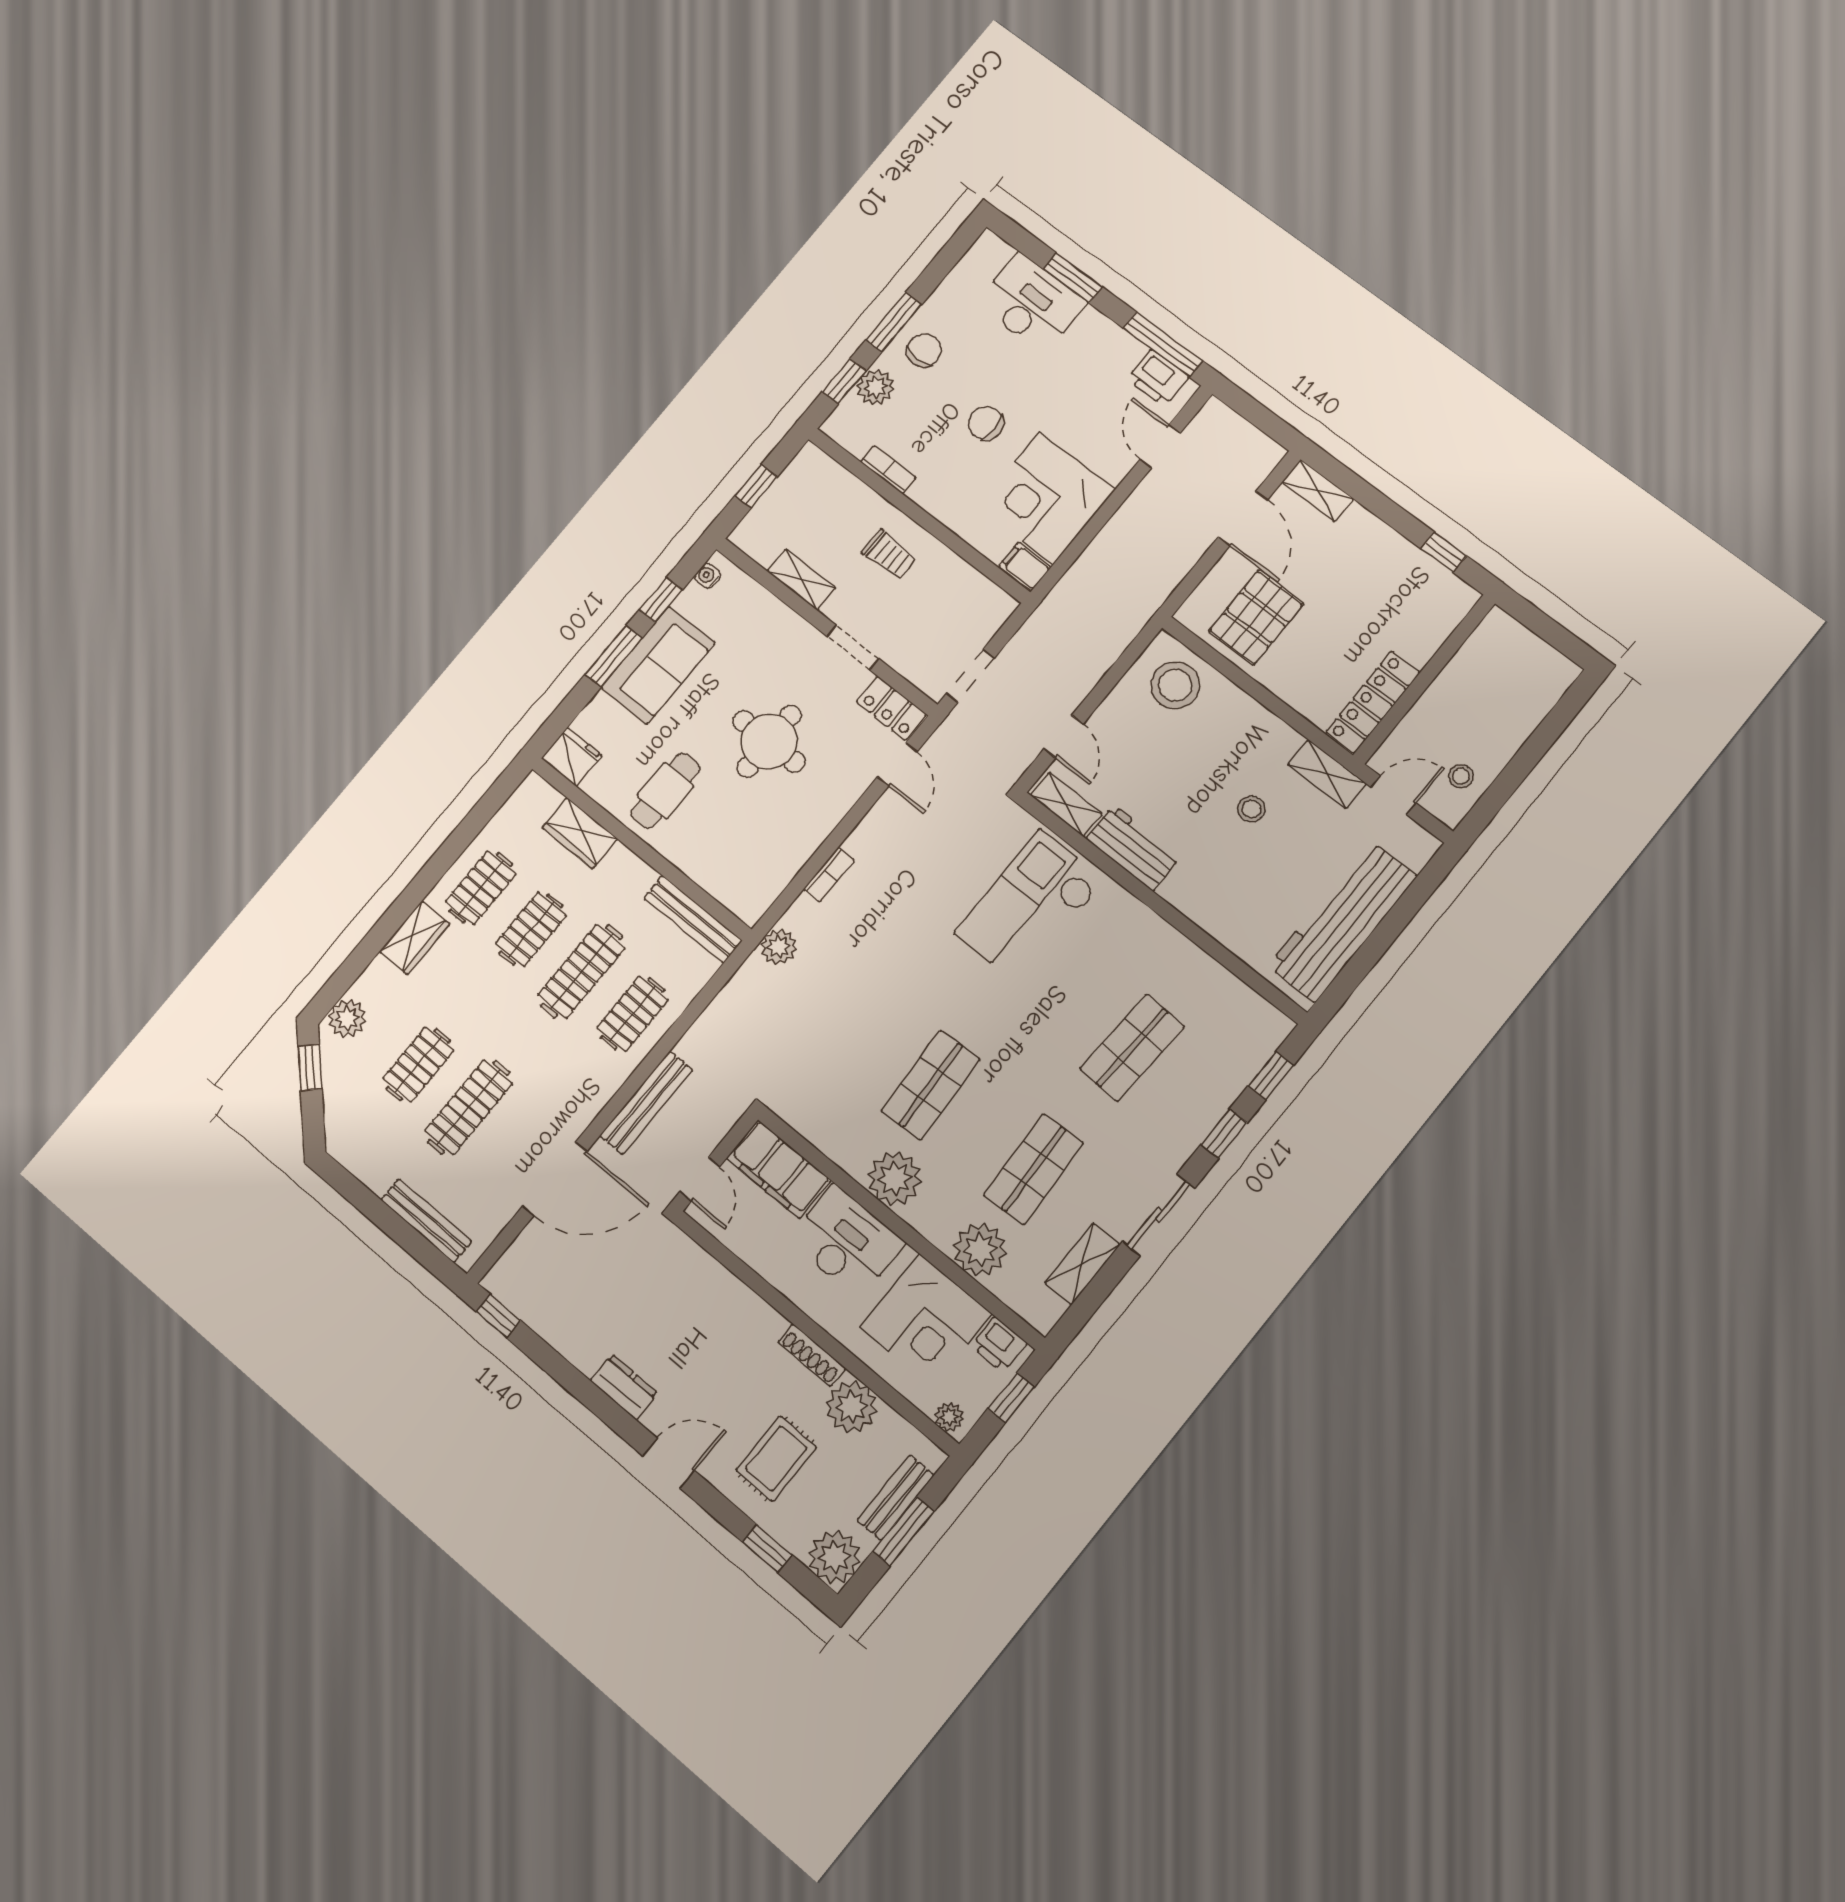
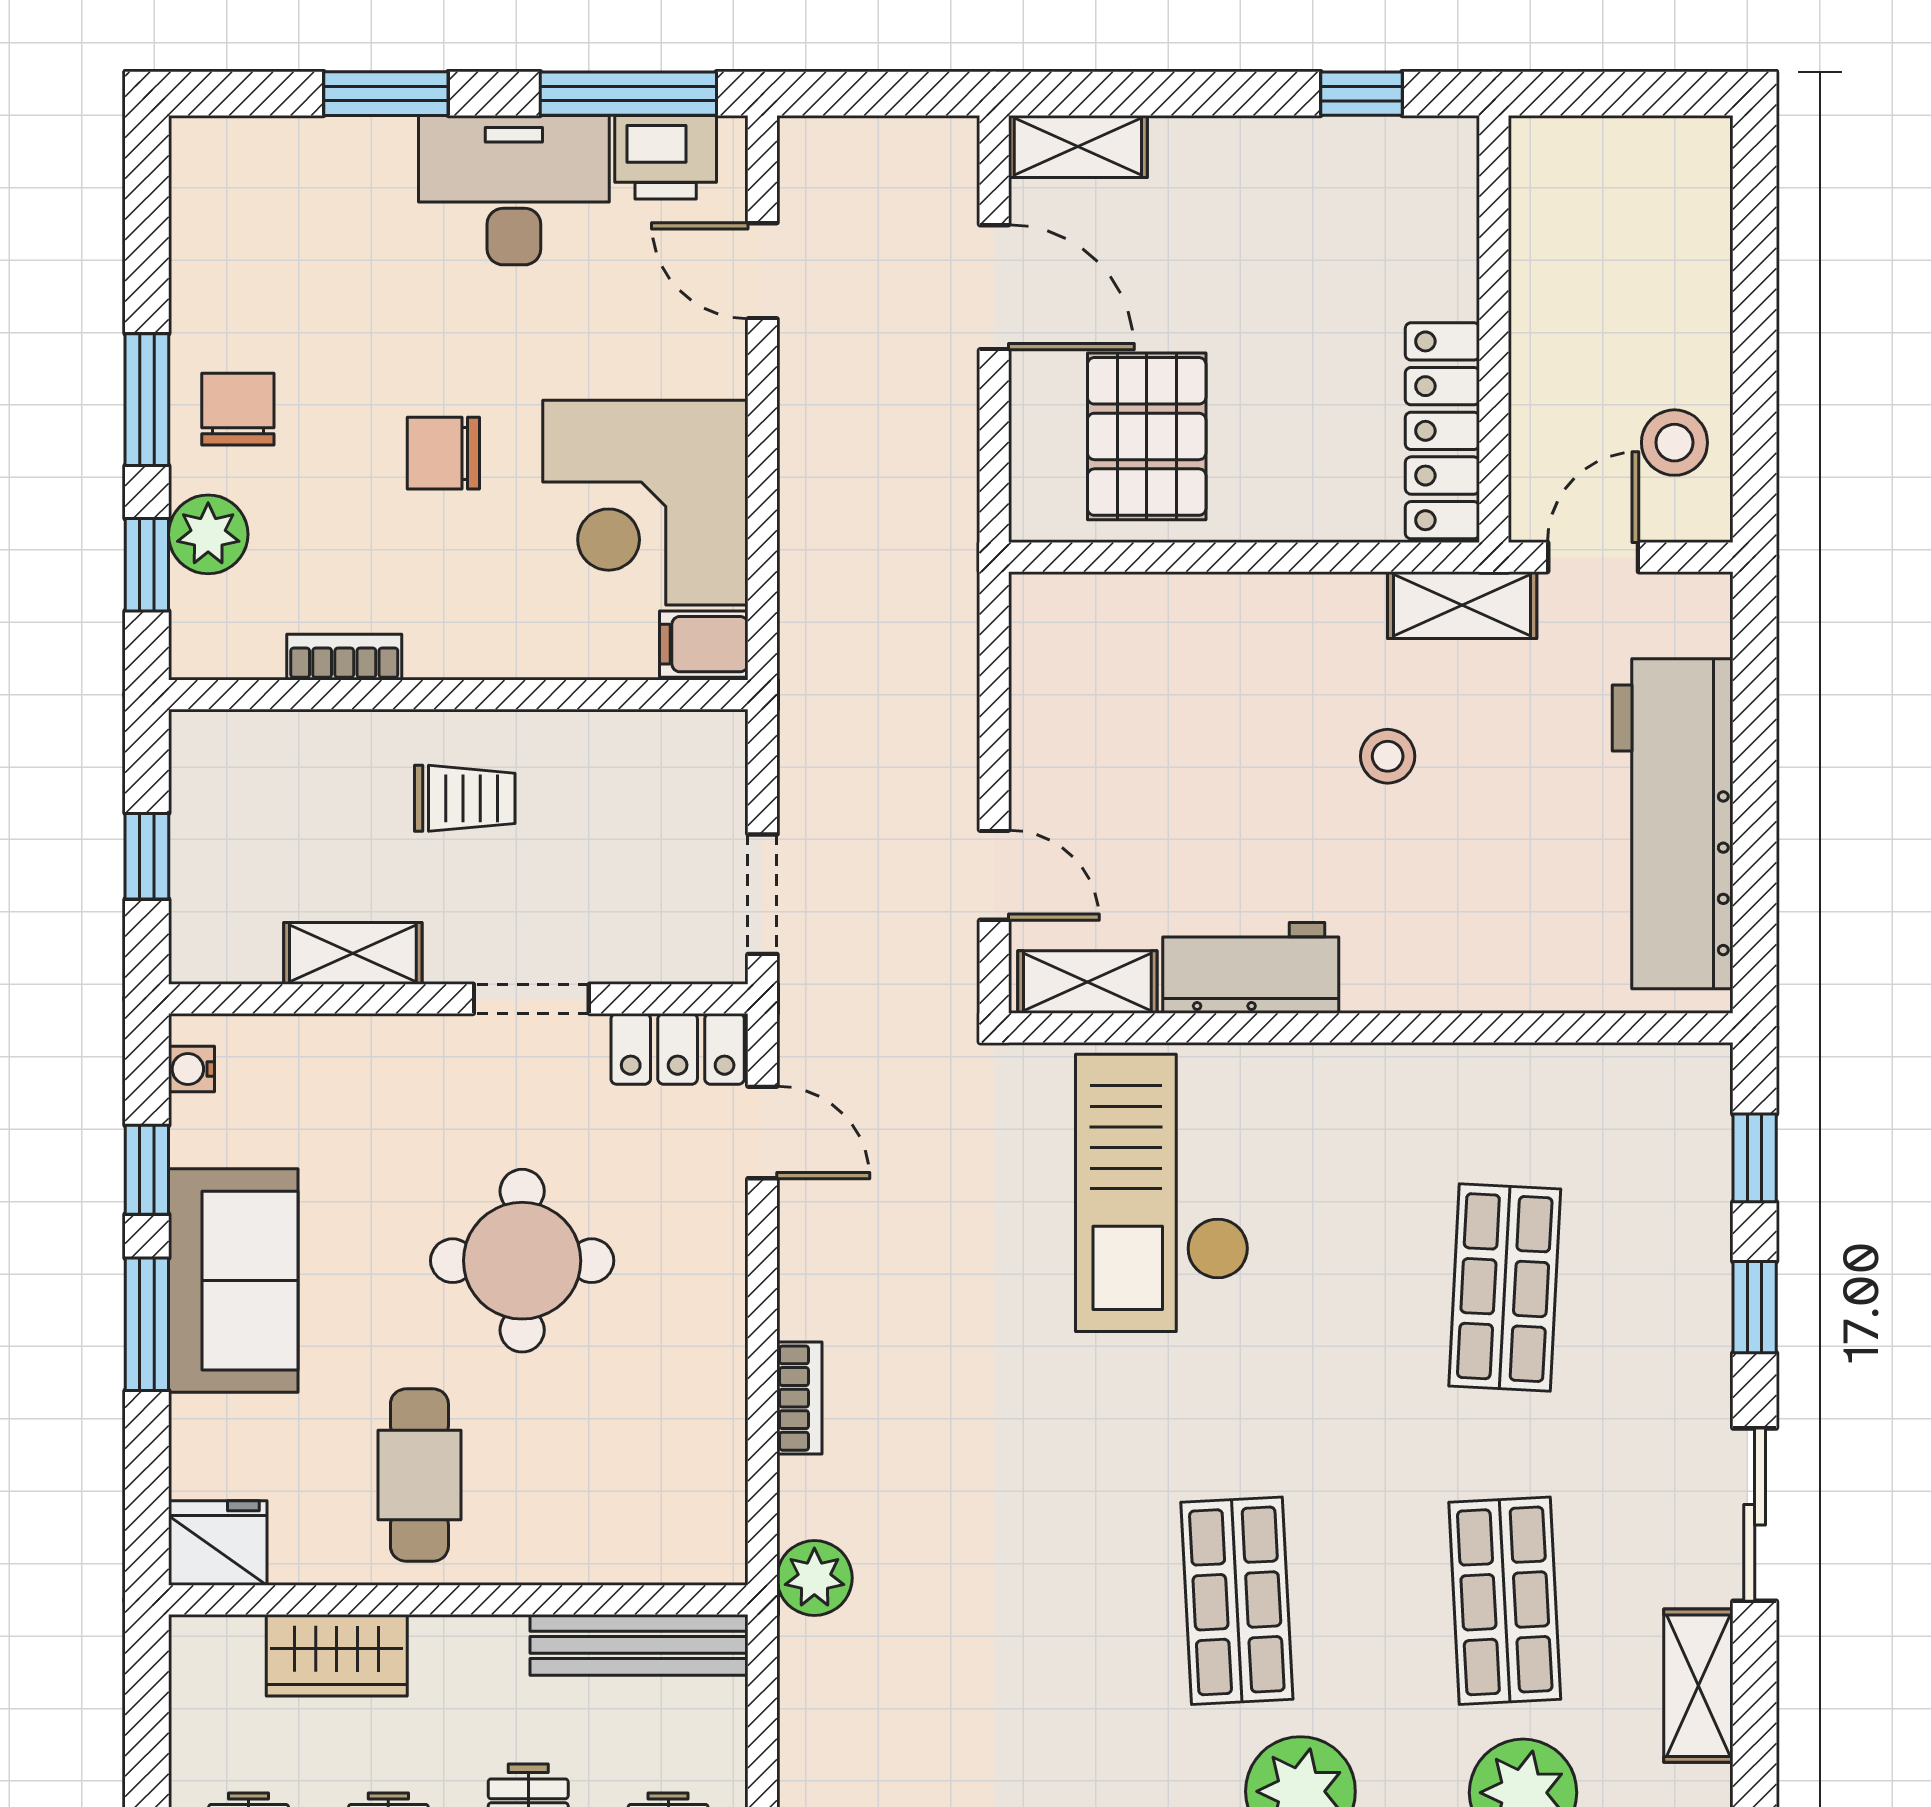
desk: (1031, 303) -> (514, 190), moved
stool: (1175, 685) -> (1106, 650), removed
stool: (1461, 776) -> (1674, 443), width x1.37, depth x1.37

